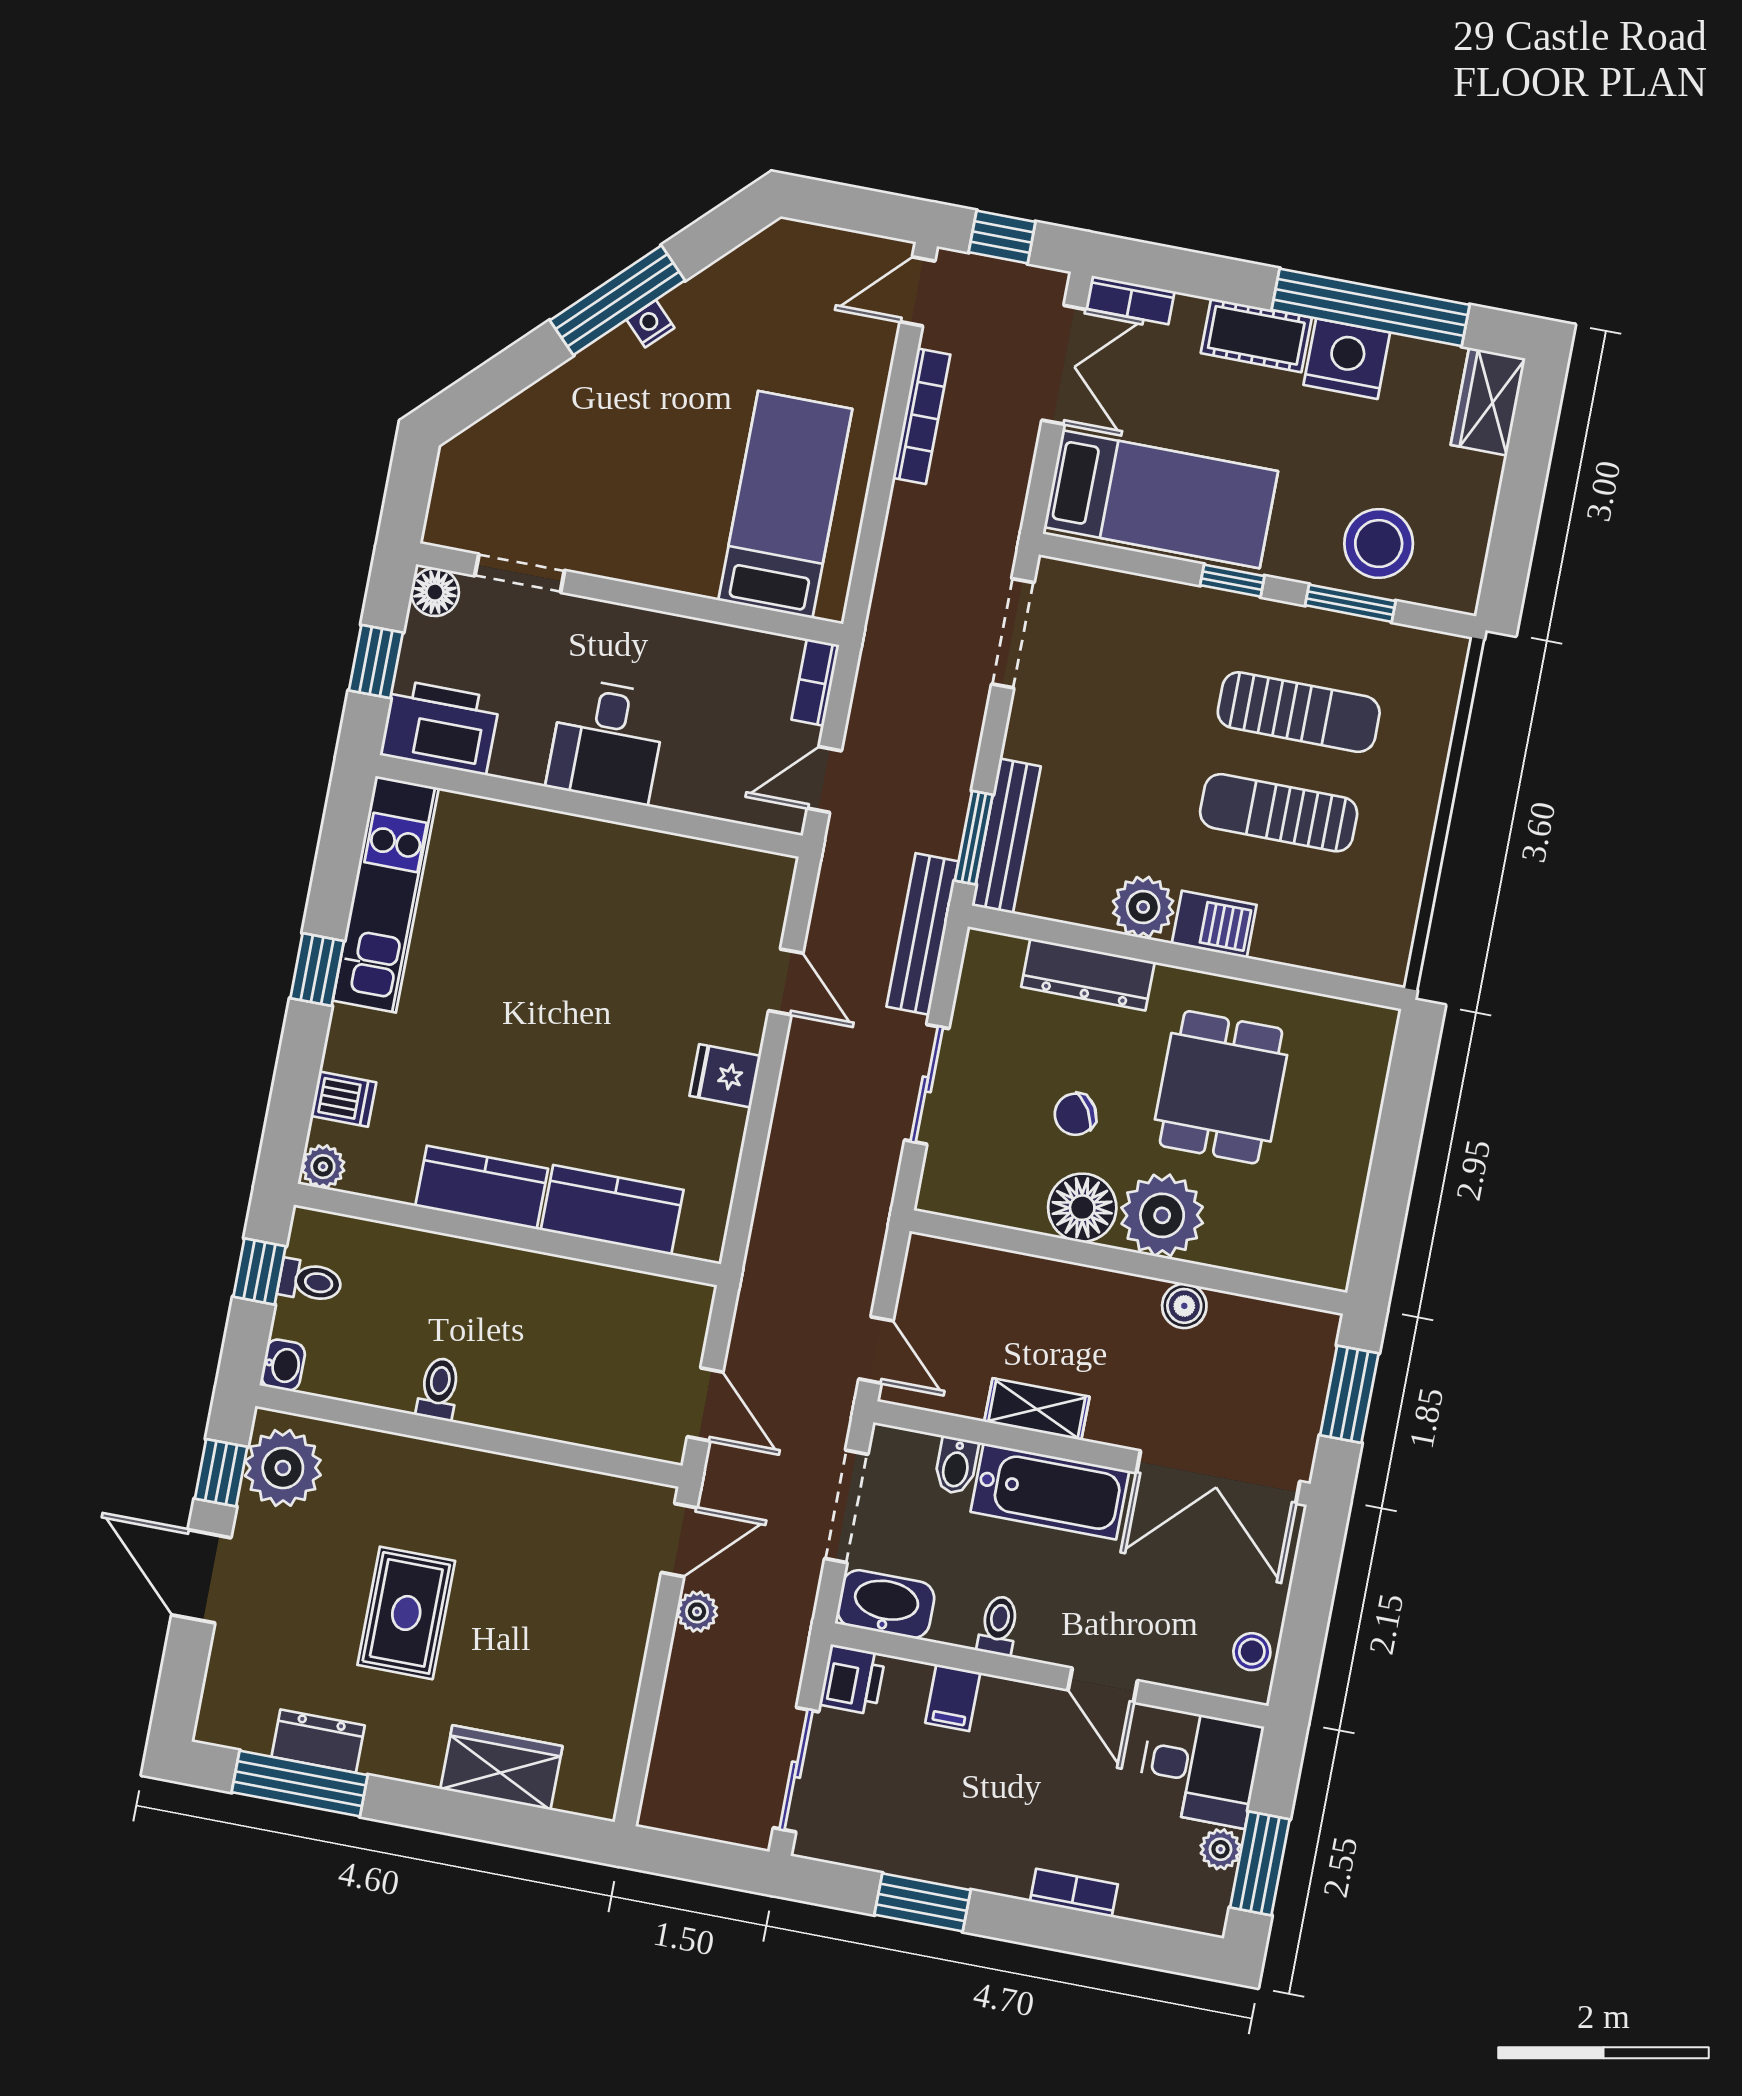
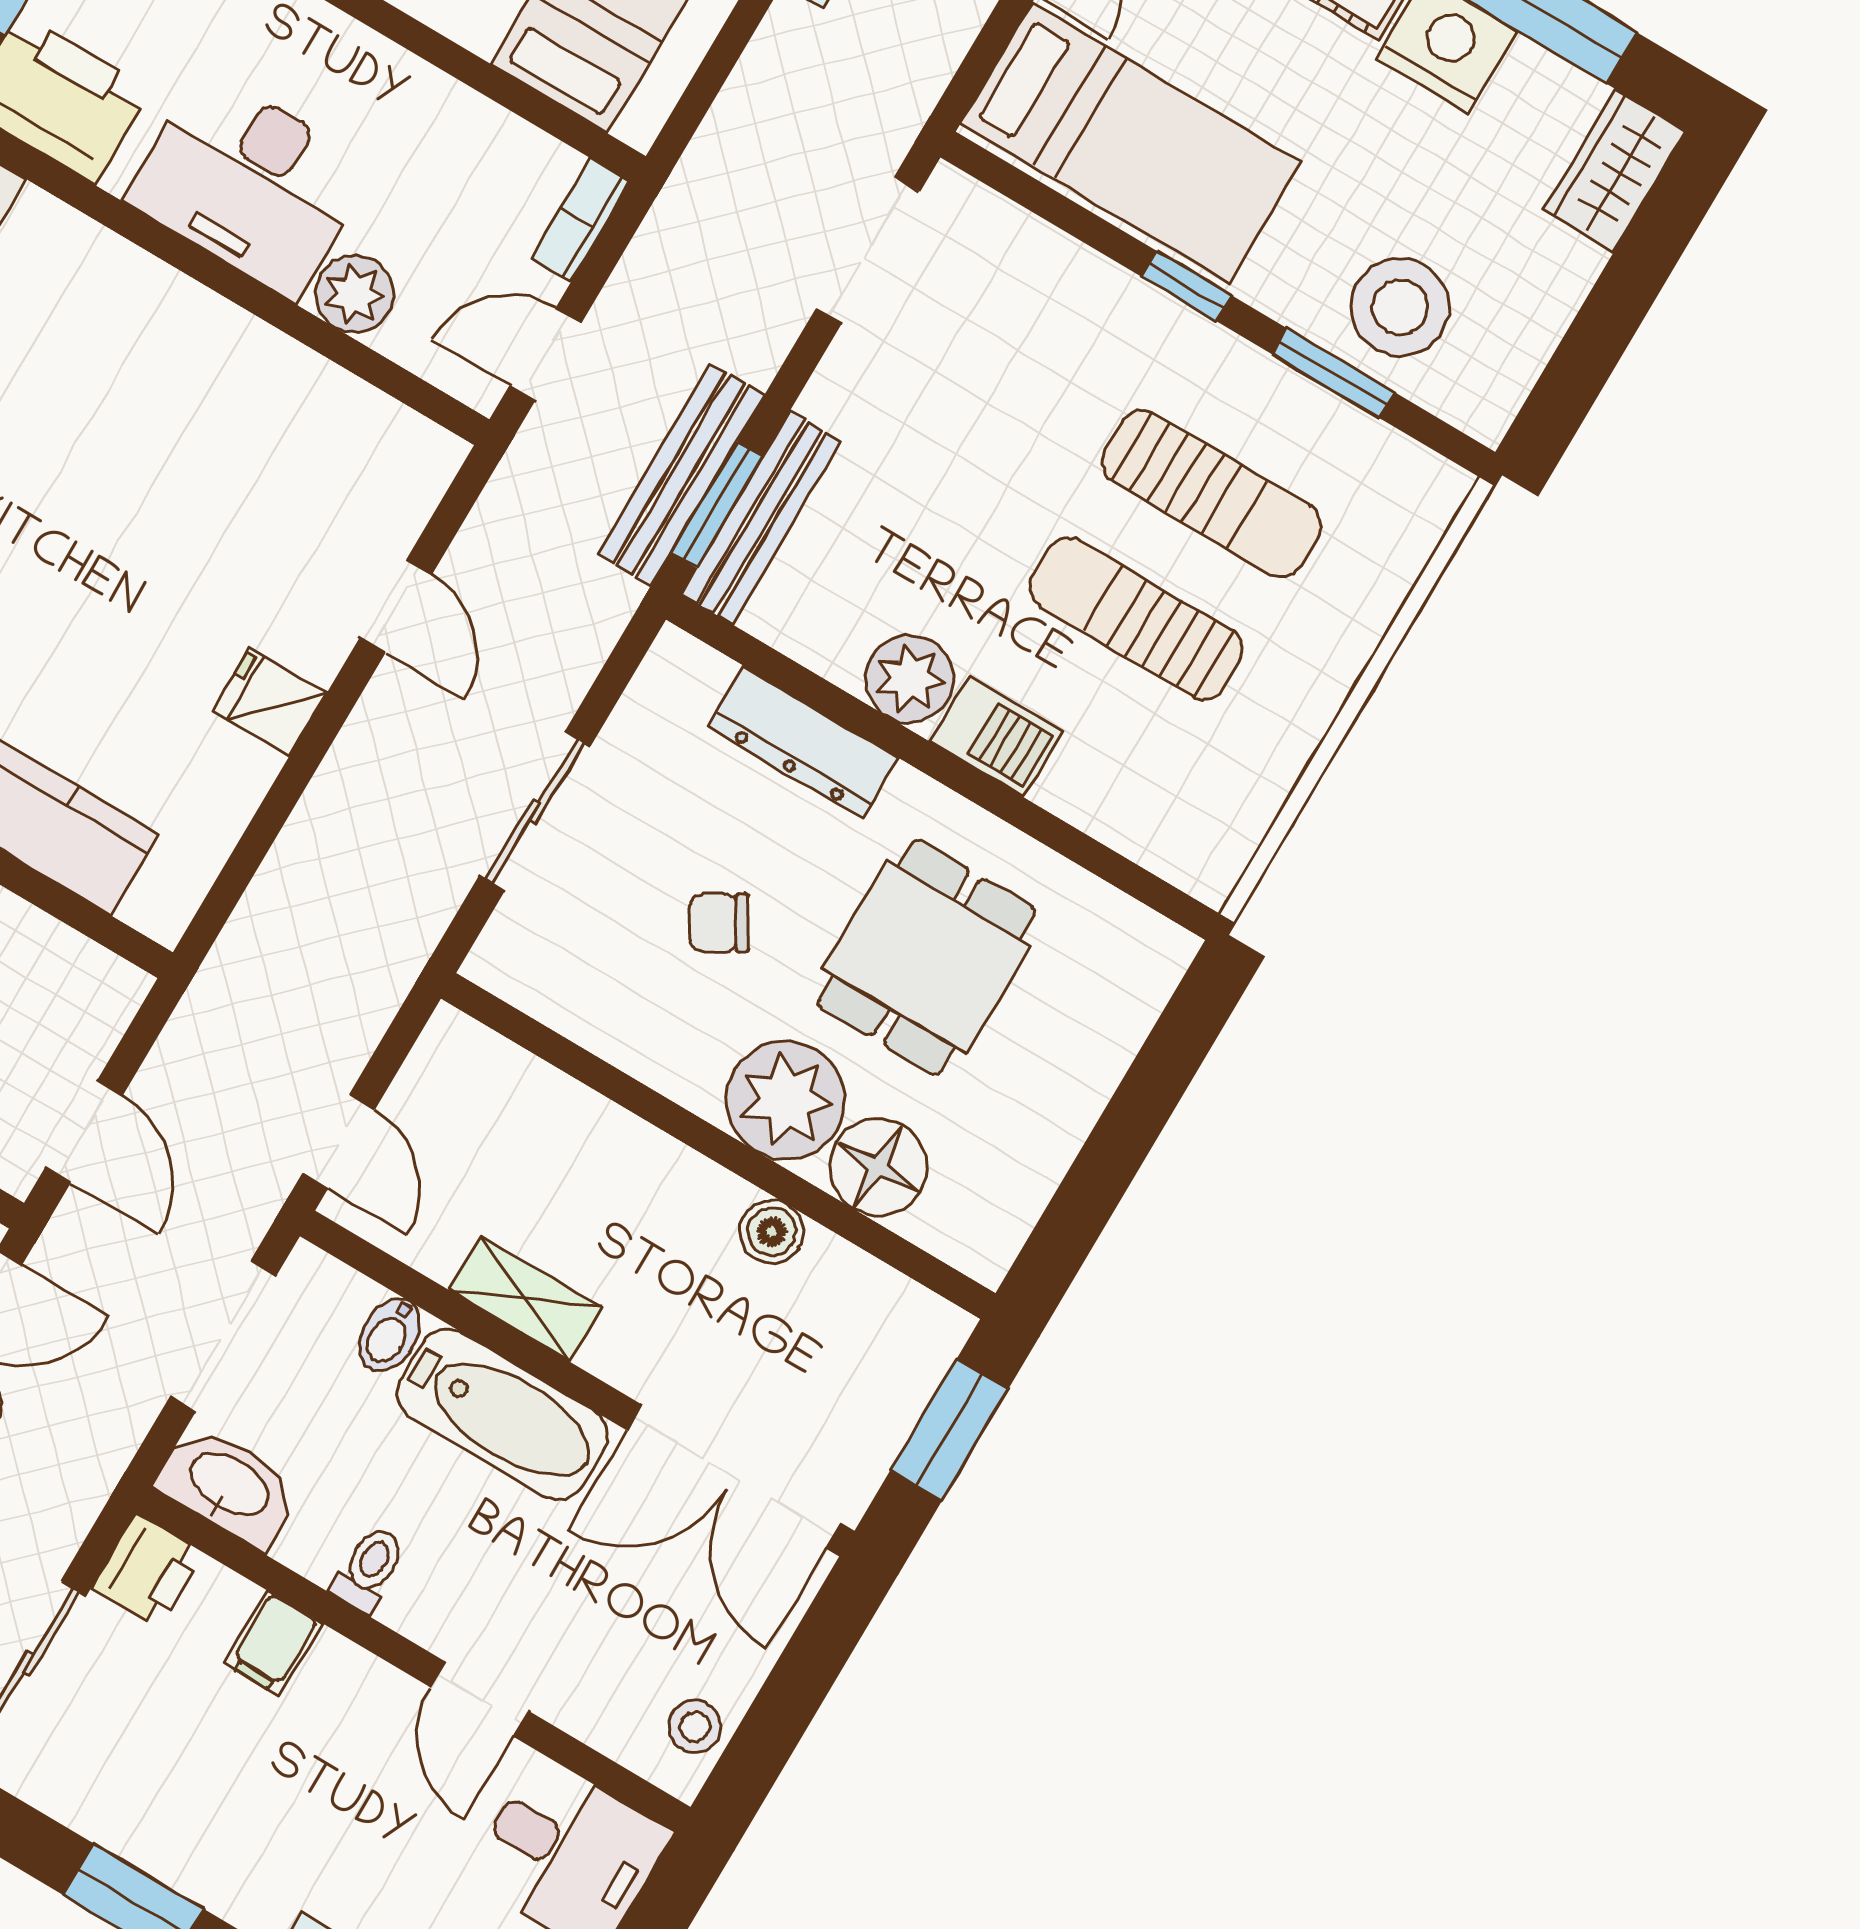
desk: (607, 741) -> (249, 184), width x1.37
plant: (684, 785) -> (355, 294), added
bench: (922, 934) -> (681, 475), moved
floor lamp: (1082, 1208) -> (878, 1167), moved

